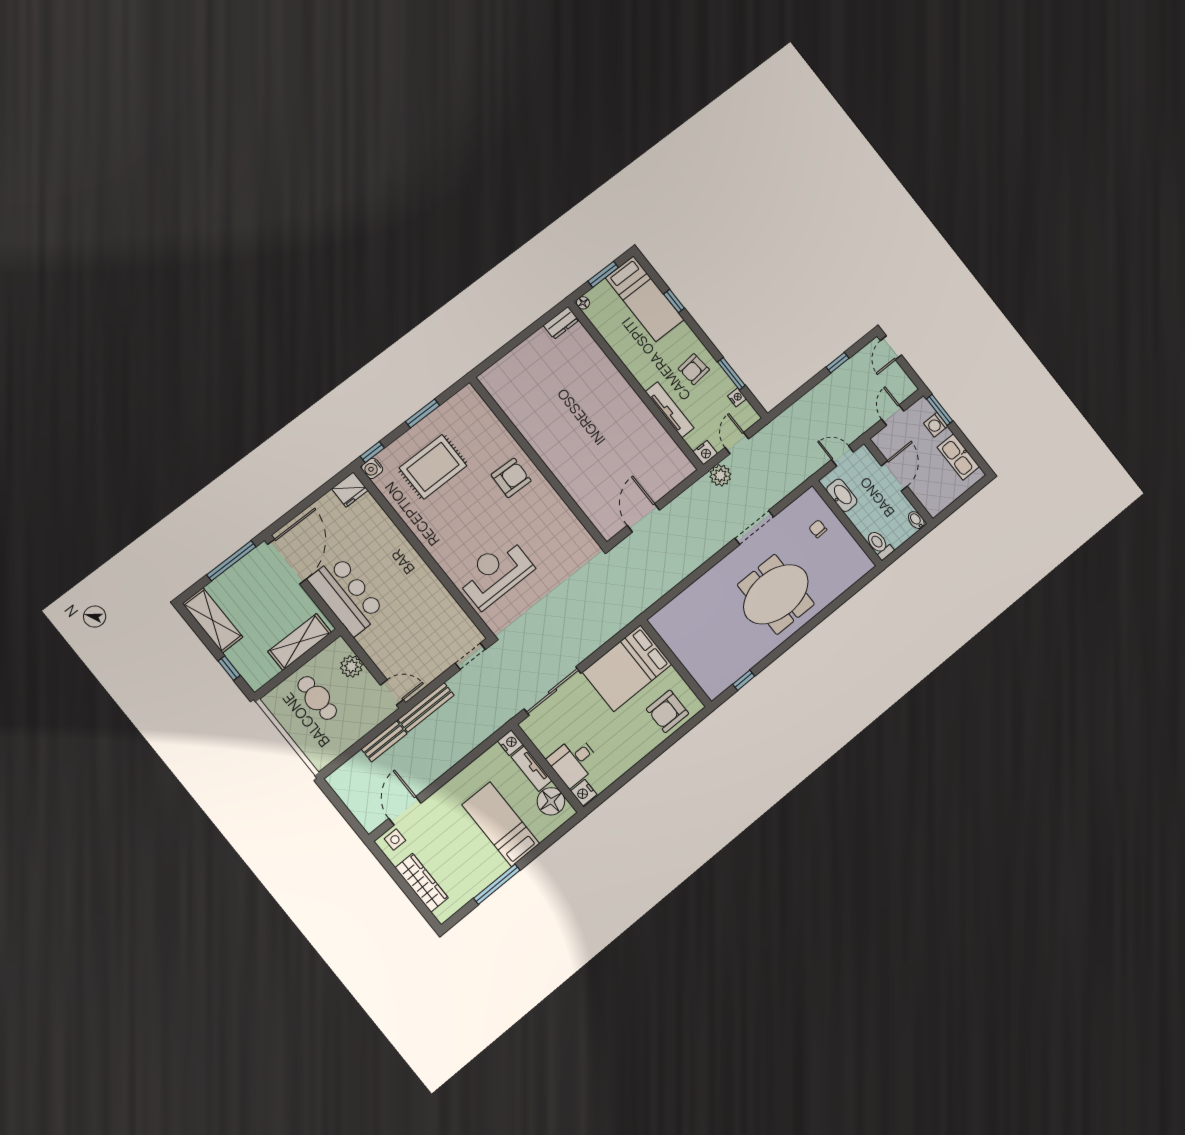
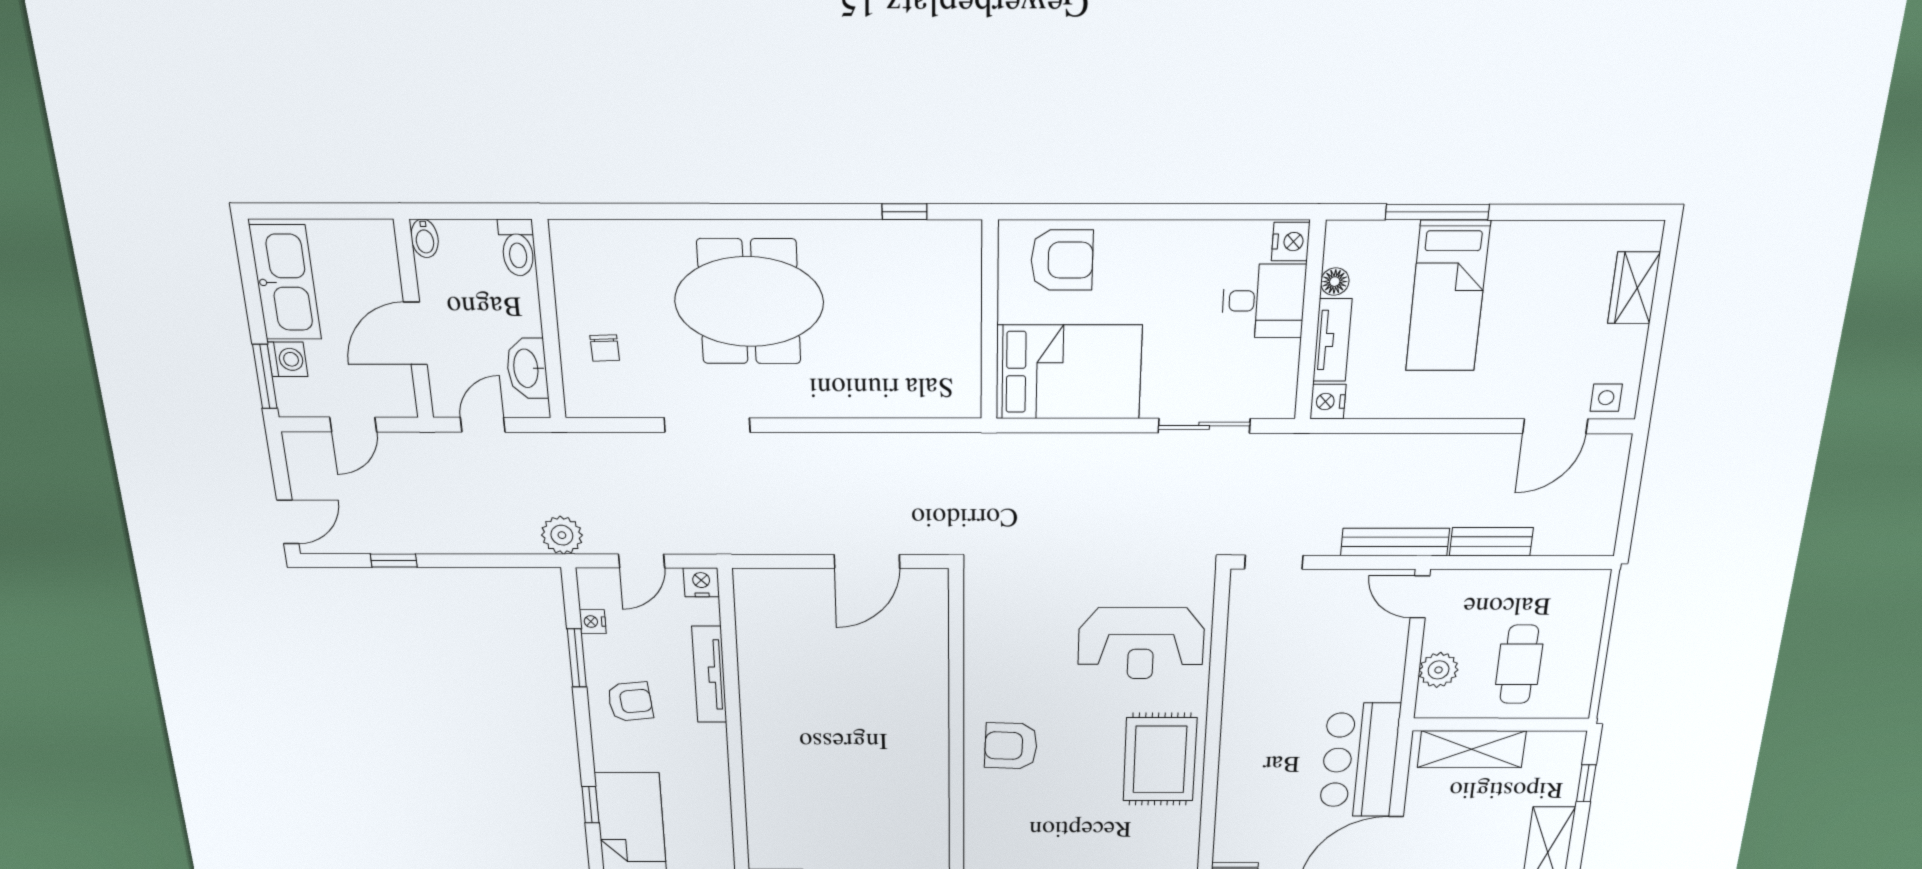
door: (843, 456) -> (483, 425), swing flipped
kitchen sink: (958, 457) -> (285, 282), width x1.36, depth x1.24
rug: (433, 467) -> (1160, 759), moved, turned 90
plant: (720, 475) -> (562, 535), moved
sliding door: (553, 691) -> (1204, 426), width x0.73
floor lamp: (551, 801) -> (1335, 282), width x0.53, depth x0.53
wardrobe: (422, 883) -> (1634, 288), width x0.67
window: (497, 884) -> (1437, 212), moved

